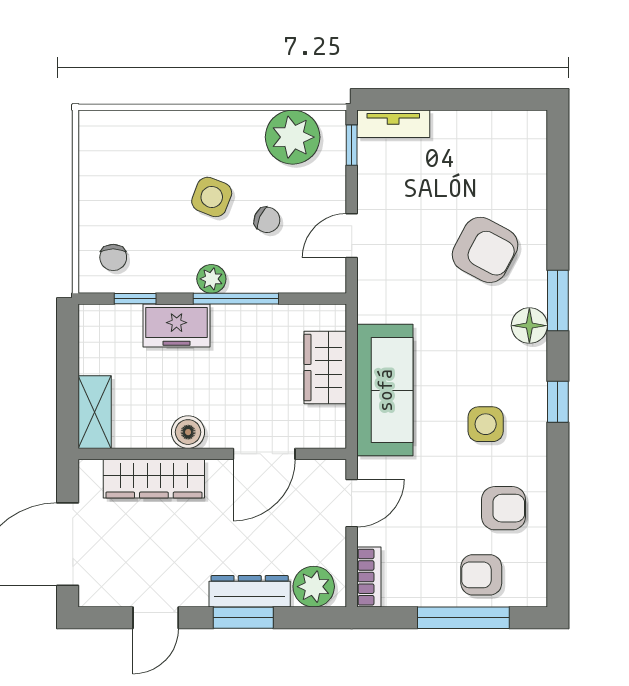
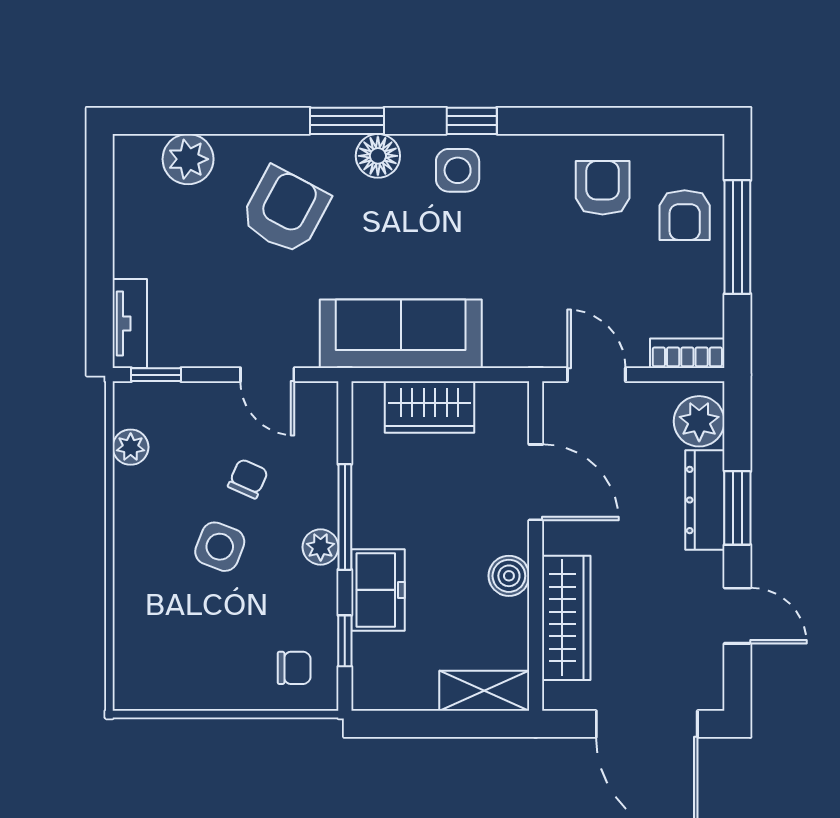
plant: (293, 137) -> (131, 447), width x0.53, depth x0.53
plant: (527, 171) -> (188, 159), added
sofa: (385, 390) -> (401, 334), moved
side table: (486, 424) -> (458, 170), moved

